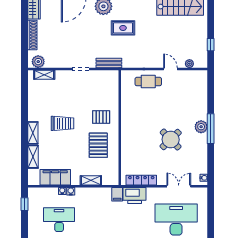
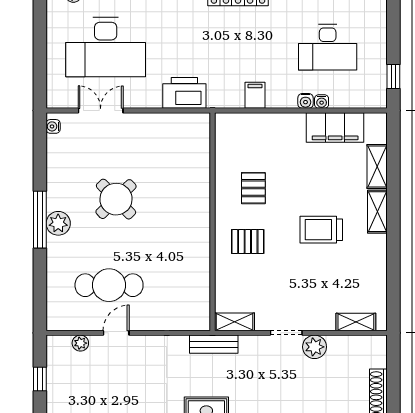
plant: (38, 62) -> (315, 347), moved
bench: (109, 63) -> (214, 344), moved
door: (171, 69) -> (116, 333), swing flipped
cafe table: (148, 82) -> (109, 285), moved, width x1.37, depth x1.35
pallet: (98, 145) -> (253, 188), width x0.67, depth x0.71
shelving: (91, 180) -> (234, 322), moved
locker: (141, 180) -> (172, 122), removed
double door: (179, 186) -> (101, 111), swing flipped
filing cabinet: (117, 194) -> (255, 95), moved

